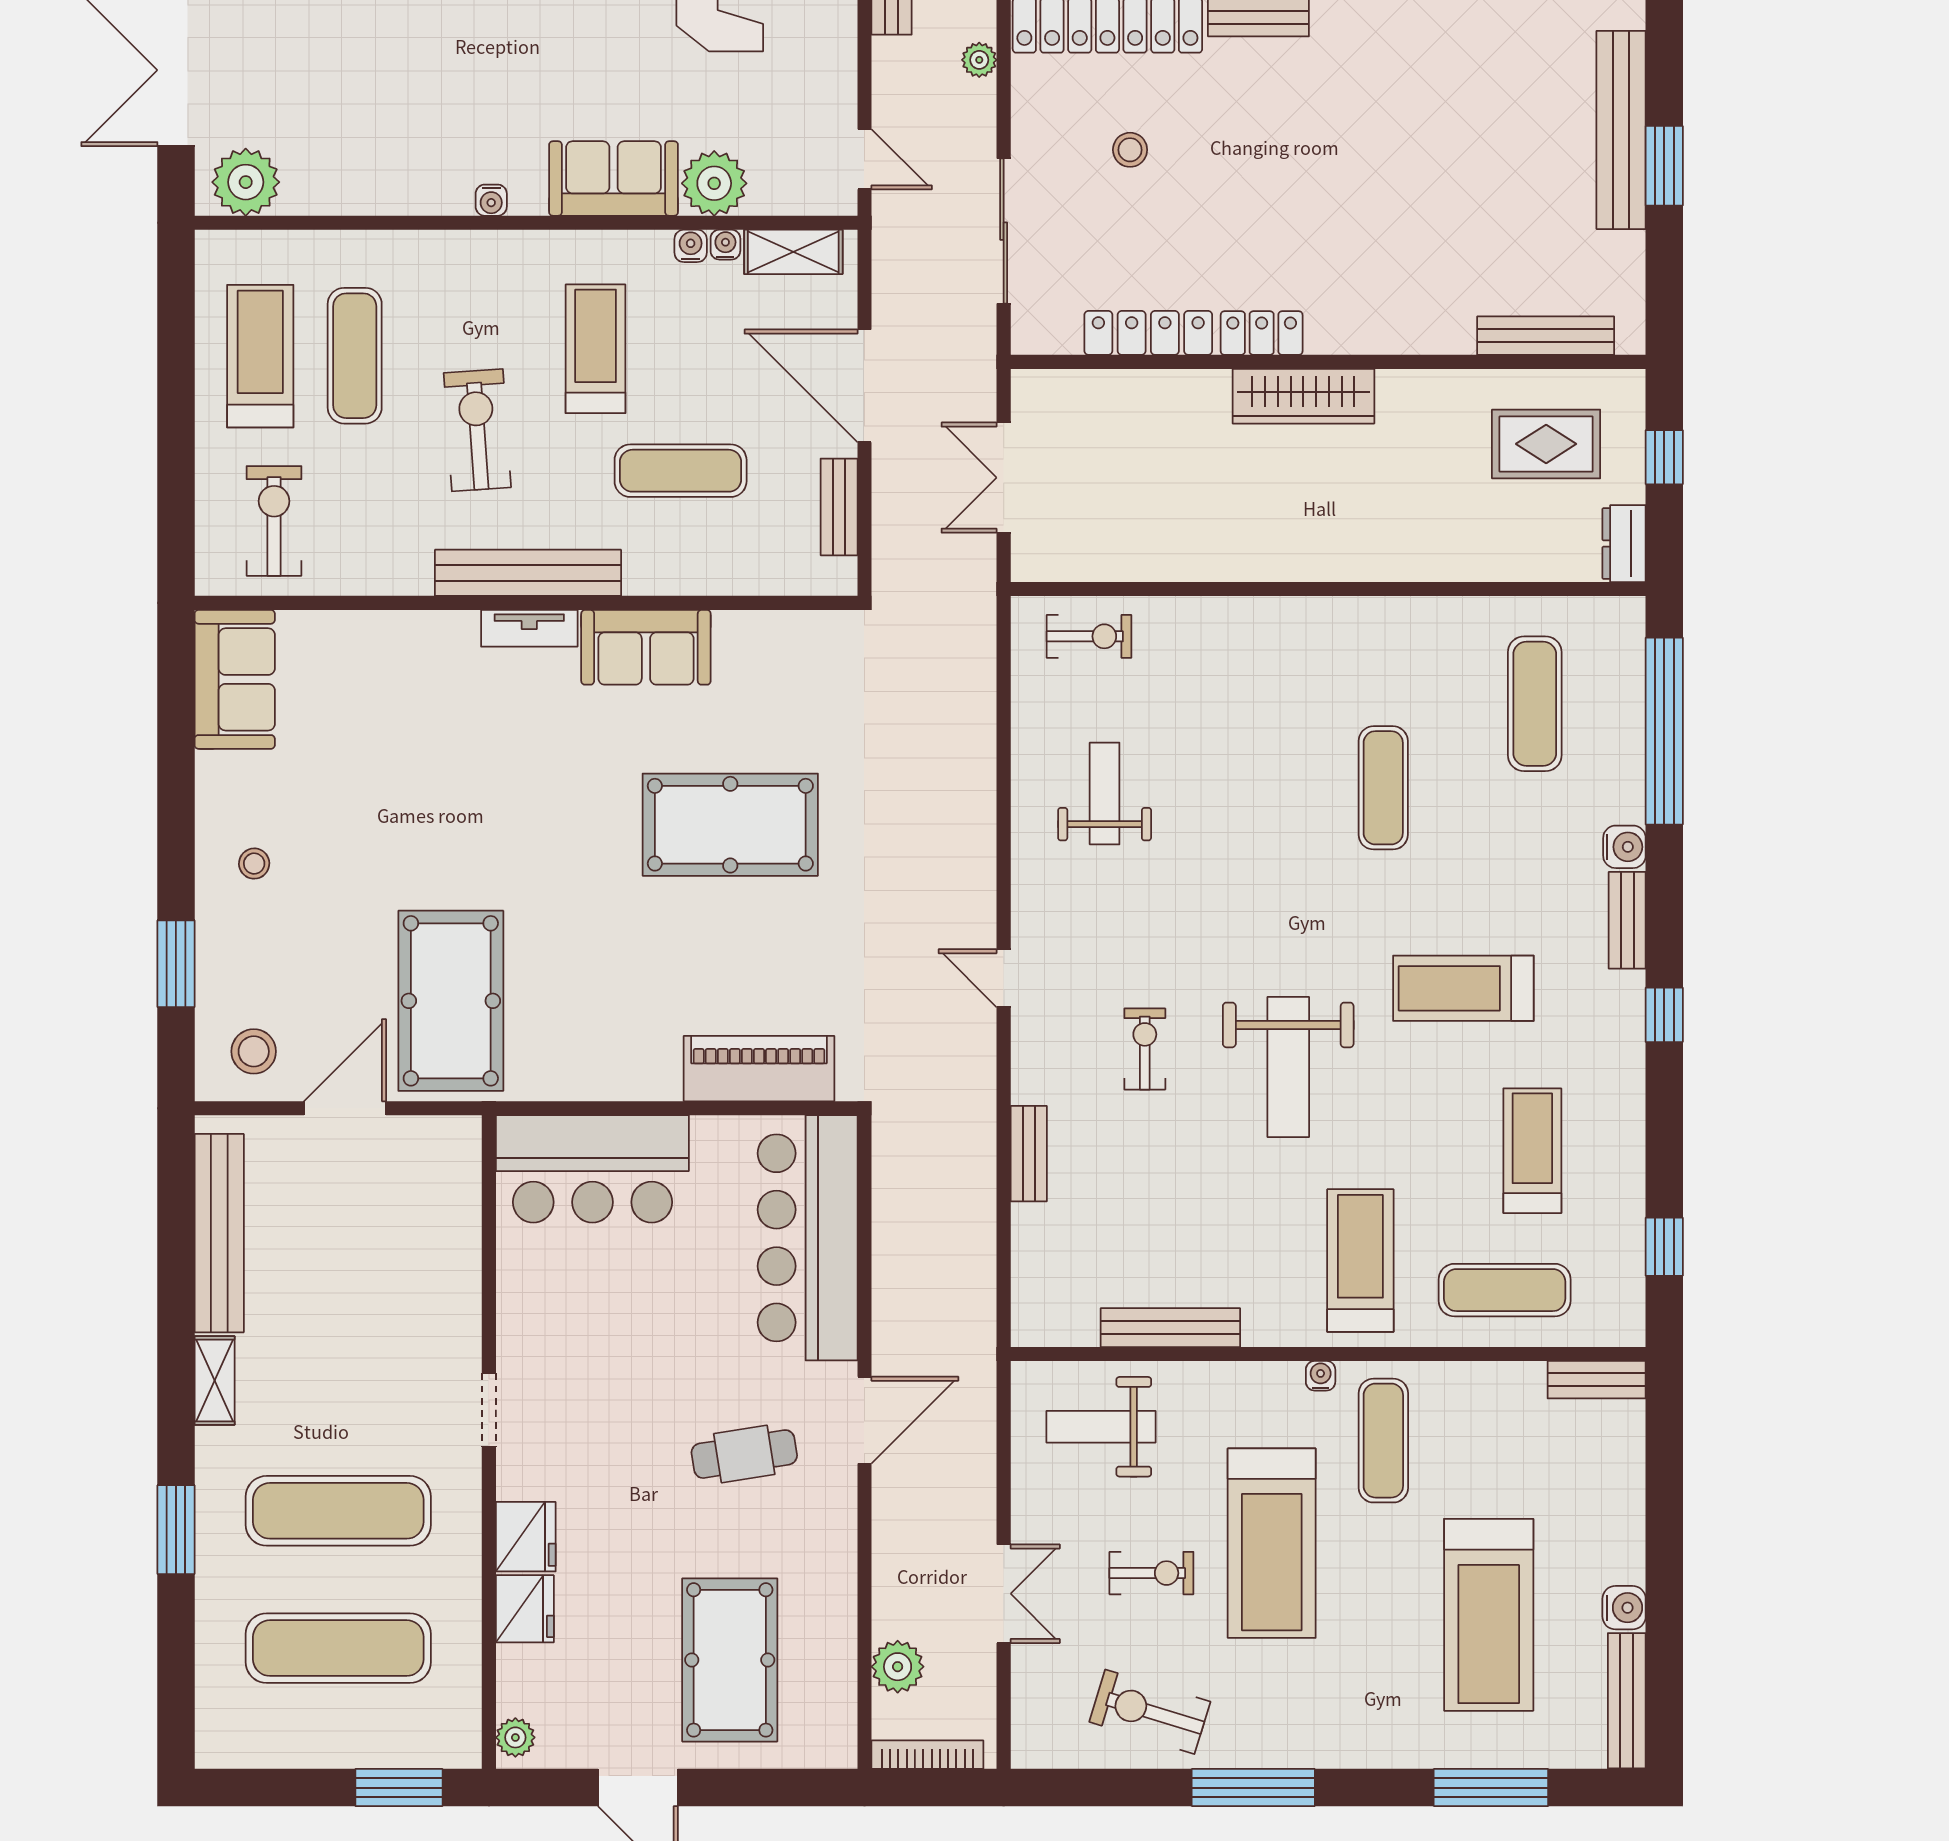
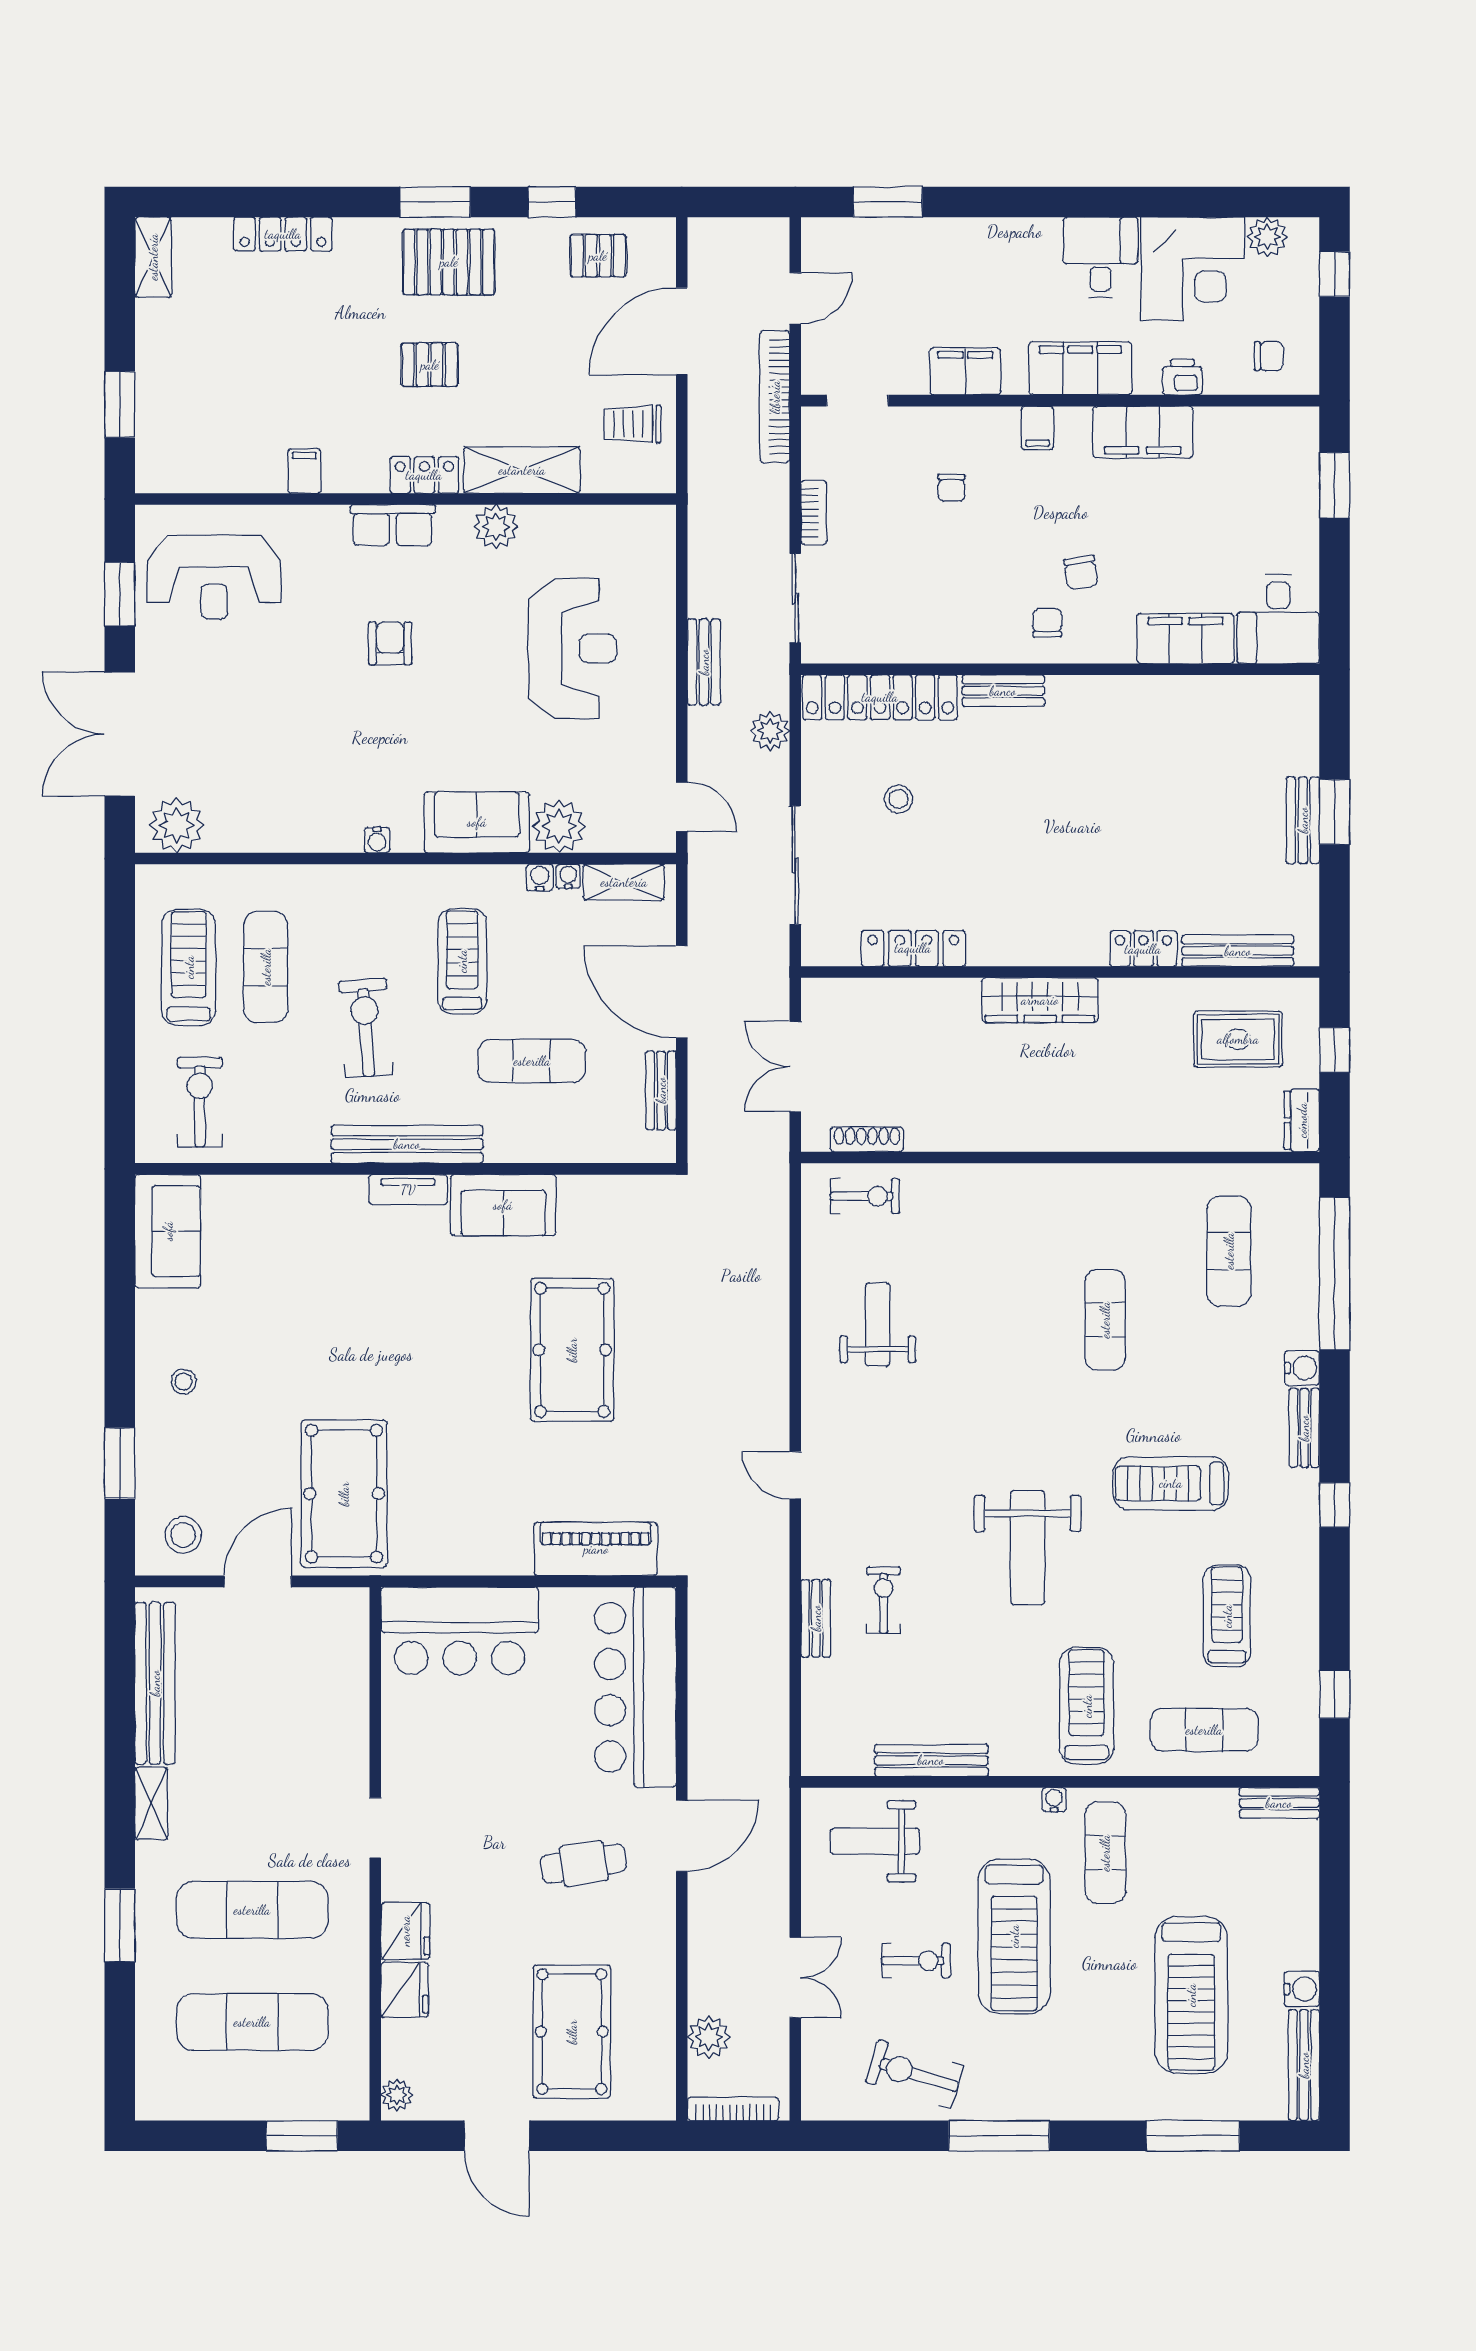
plant: (979, 60) -> (770, 731), width x1.38, depth x1.38
bench: (1621, 130) -> (1303, 820), width x0.54, depth x0.82
locker: (1262, 333) -> (1143, 949), moved
shoe rack: (1091, 567) -> (867, 1139), added
pool table: (730, 825) -> (572, 1350), turned 90
exercise bike: (1145, 1049) -> (884, 1600), moved

